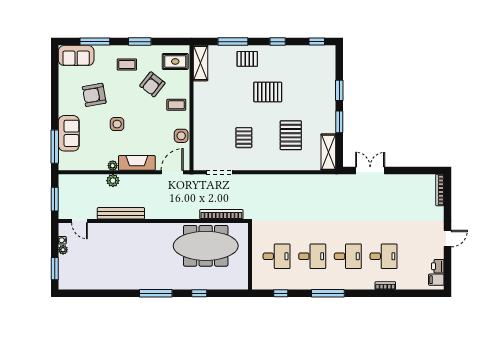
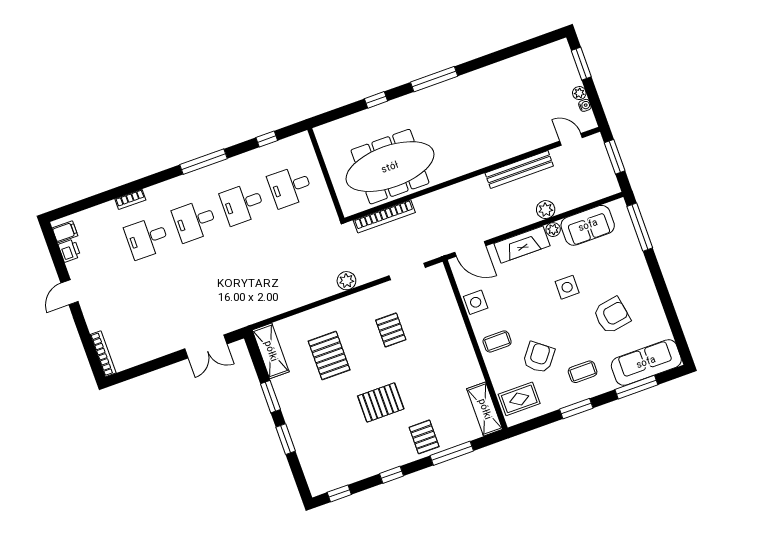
sofa: (76, 55) -> (646, 362), width x1.36
pallet: (247, 59) -> (424, 437), turned 90
sofa: (69, 133) -> (588, 225), moved, turned -90
door: (172, 172) -> (470, 249), hinge flipped
plant: (262, 181) -> (346, 281), added

